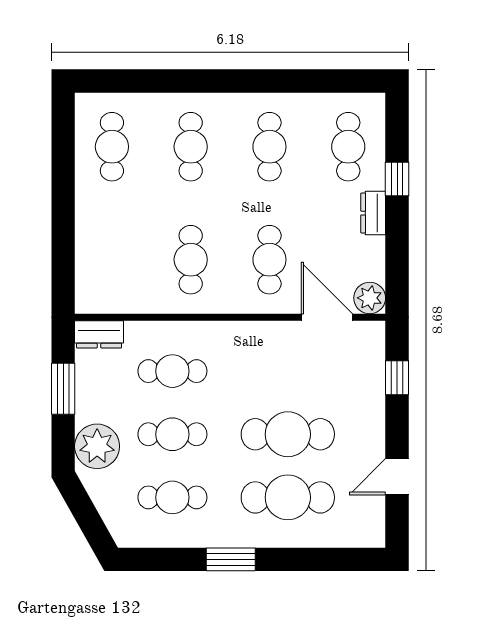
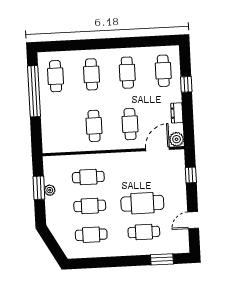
window: (63, 177) -> (34, 91), added
dresser: (373, 213) -> (177, 113), moved
door: (327, 317) -> (157, 149), hinge flipped
dresser: (99, 334) -> (54, 162), removed
plant: (97, 446) -> (50, 190), moved, width x0.53, depth x0.53
cafe table: (288, 497) -> (144, 232), width x0.73, depth x0.74
window: (231, 559) -> (162, 259), moved

